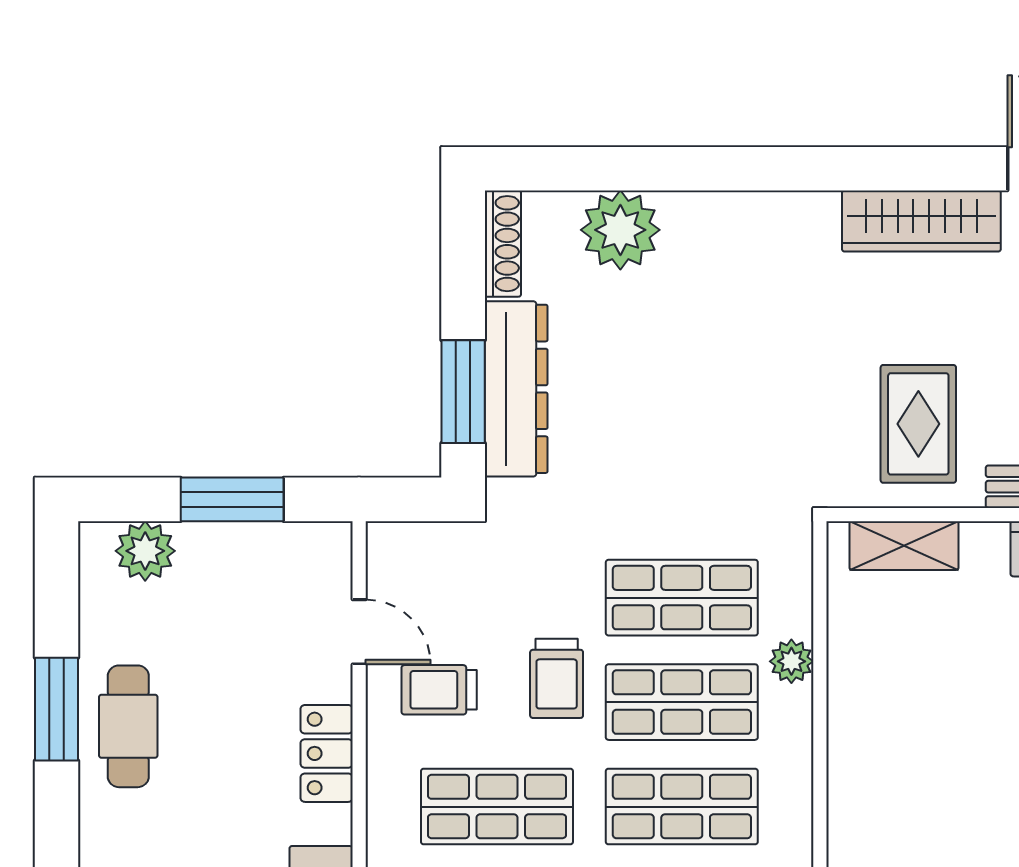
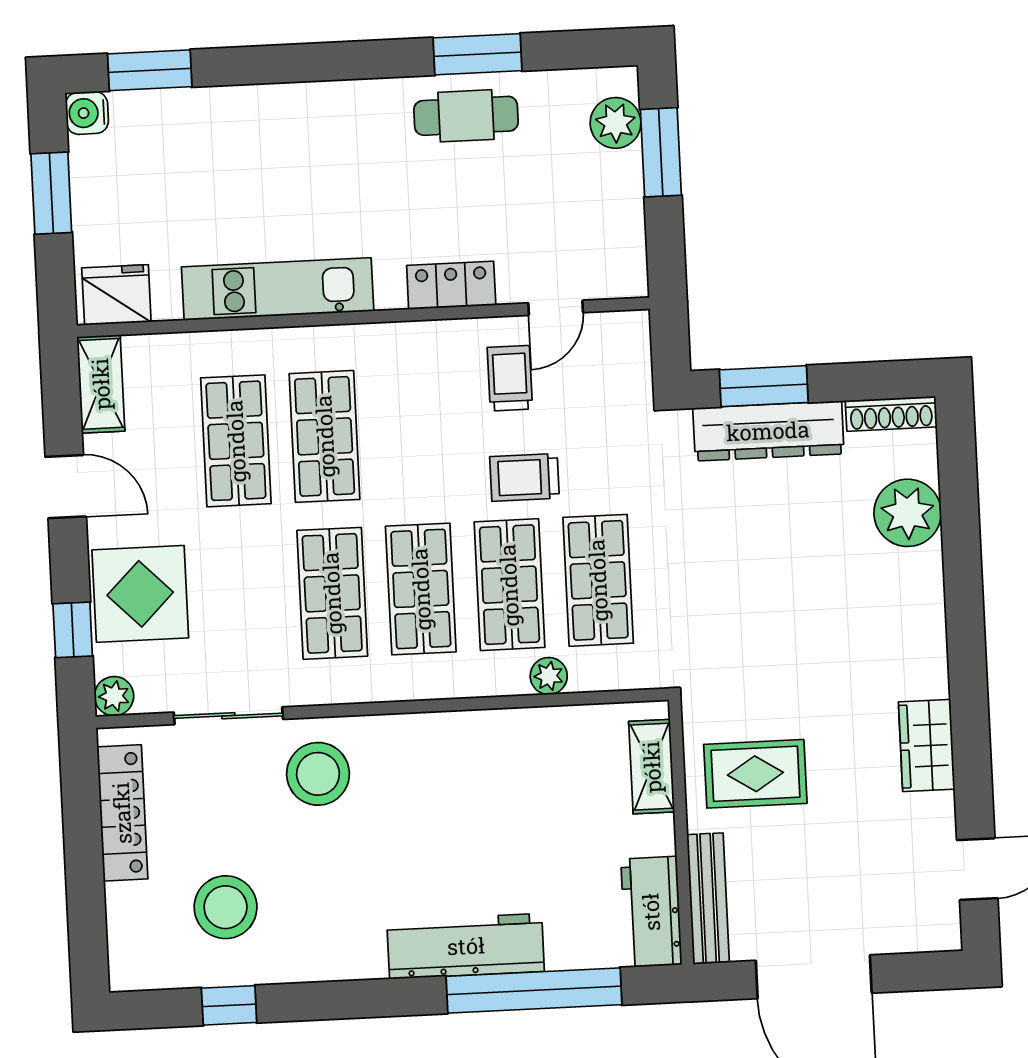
wardrobe: (921, 221) -> (927, 746), width x0.67
window: (232, 499) -> (661, 152), moved
shop shelf: (497, 807) -> (413, 432), removed

